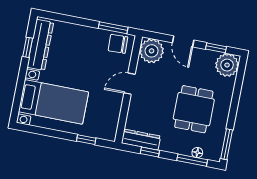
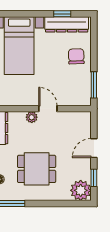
chair: (118, 44) -> (76, 56), moved
plant: (152, 51) -> (32, 117), moved, width x0.53, depth x0.53

